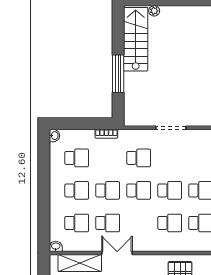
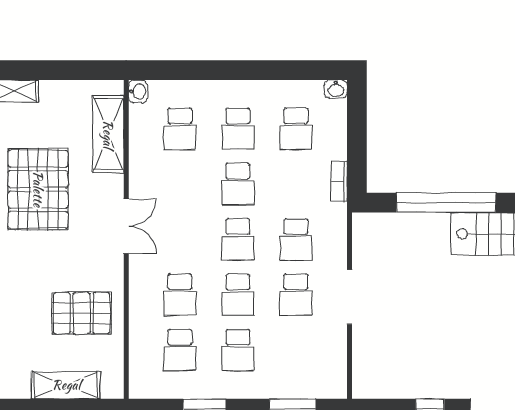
window: (118, 74) -> (446, 203), width x1.46
school desk: (108, 223) -> (296, 295), moved
double door: (117, 253) -> (126, 226), moved

